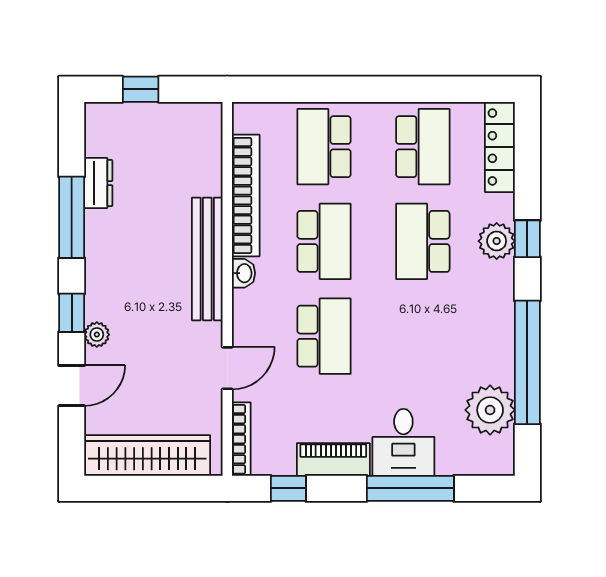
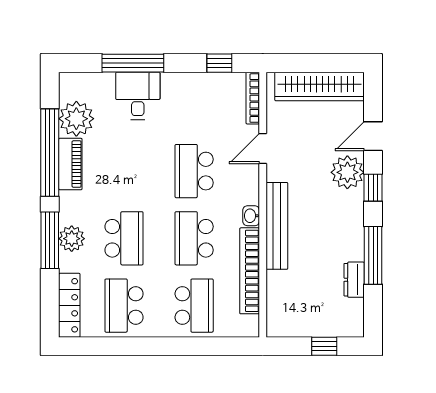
window: (527, 239) -> (50, 240), width x2.17
plant: (97, 335) -> (347, 172), width x1.88, depth x1.88
piano: (333, 459) -> (70, 164), moved, turned -90

